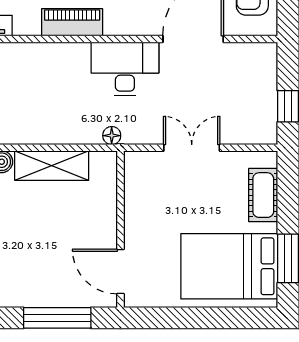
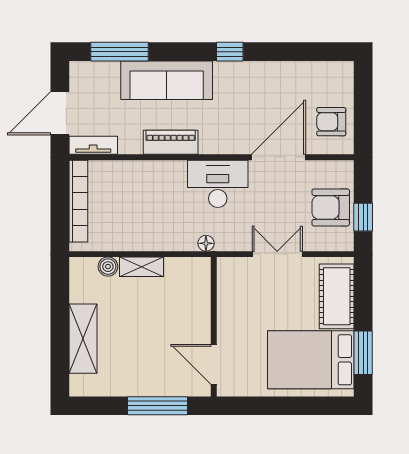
armchair: (252, 95) -> (331, 207), added
shelving: (52, 166) -> (141, 267), width x0.67, depth x0.75
cot: (263, 195) -> (337, 296), width x1.37, depth x1.34

